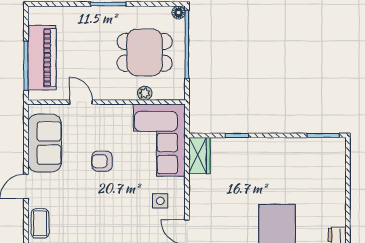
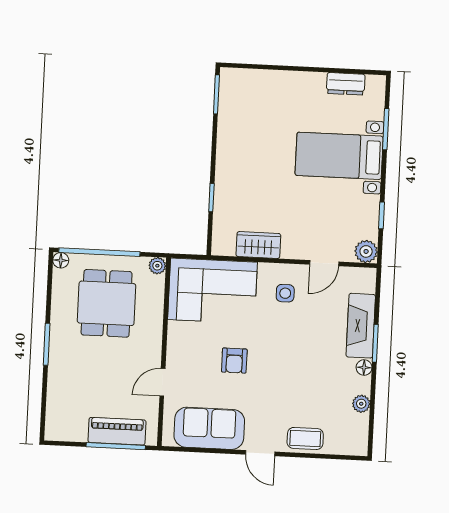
piano: (42, 58) -> (117, 431), width x0.73, depth x0.75
plant: (145, 93) -> (157, 266), moved
wardrobe: (199, 155) -> (258, 245), moved

